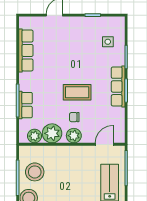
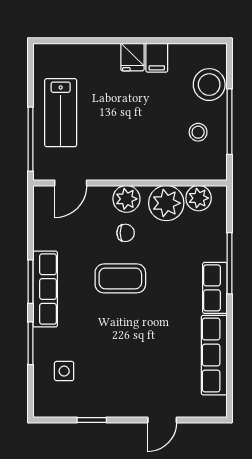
row of seats: (26, 105) -> (215, 288), moved
stool: (35, 172) -> (198, 132), width x0.53, depth x0.53

